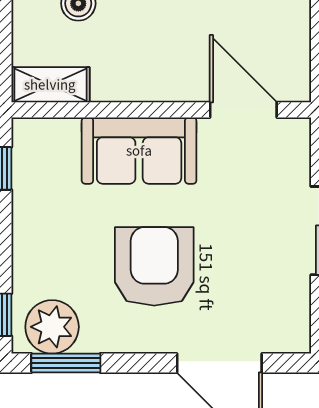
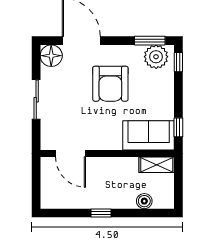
sofa: (139, 151) -> (149, 135), moved
floor lamp: (287, 329) -> (51, 56), added

